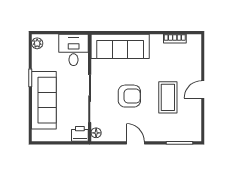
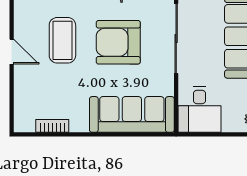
door: (203, 90) -> (12, 52), hinge flipped
armchair: (129, 96) -> (118, 42), width x1.36, depth x1.36

